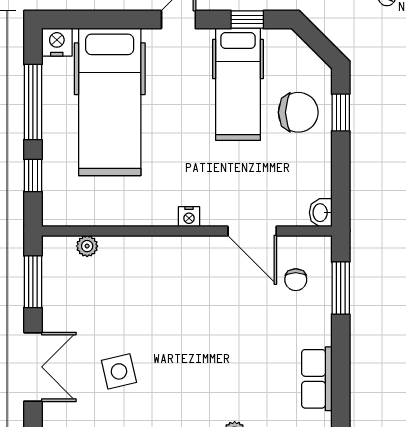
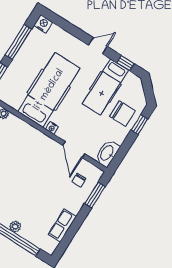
hospital bed: (110, 102) -> (49, 90), moved, turned 180
washbasin: (321, 213) -> (107, 153), width x1.91, depth x1.45

